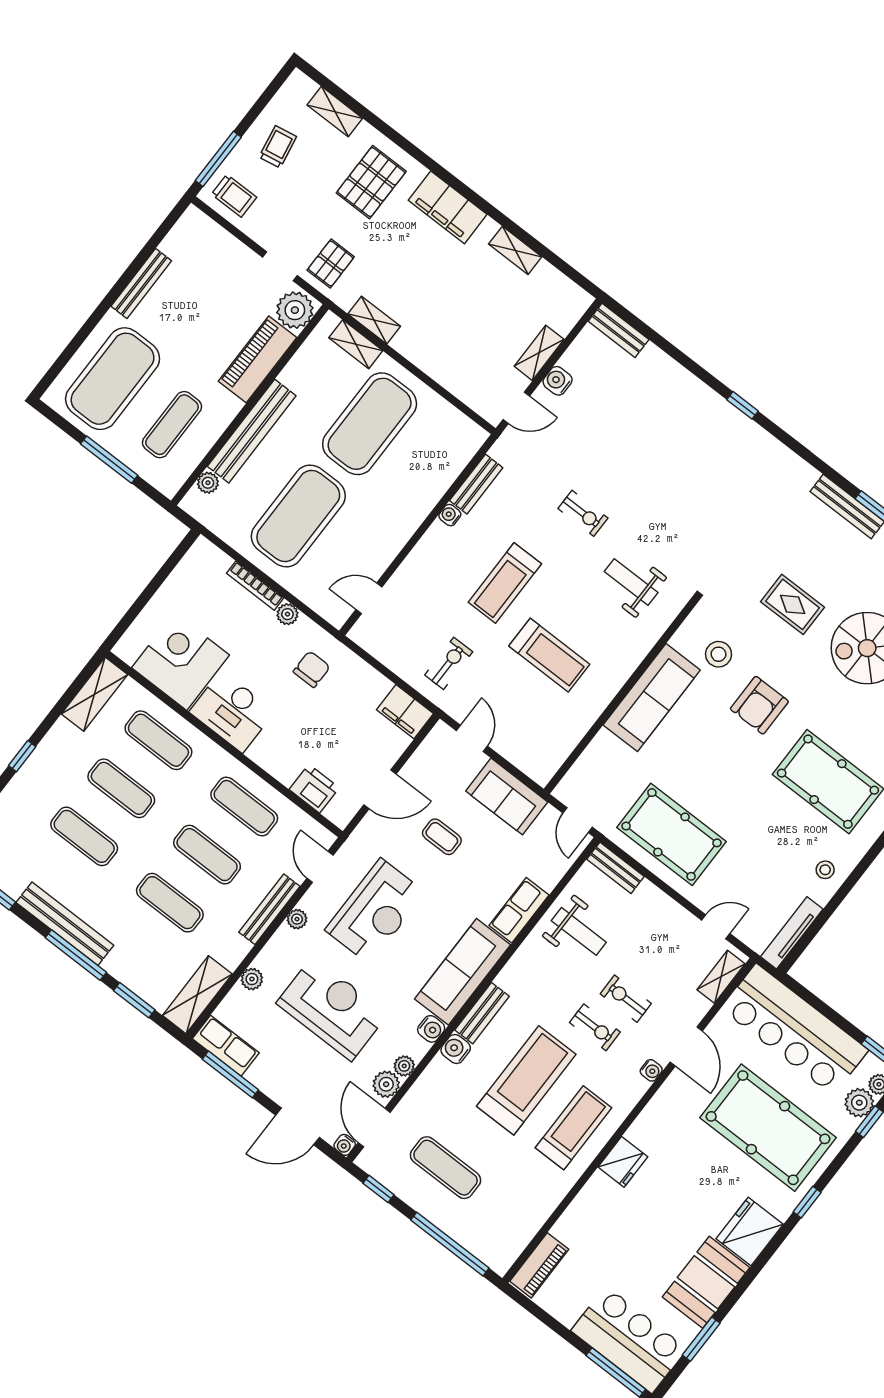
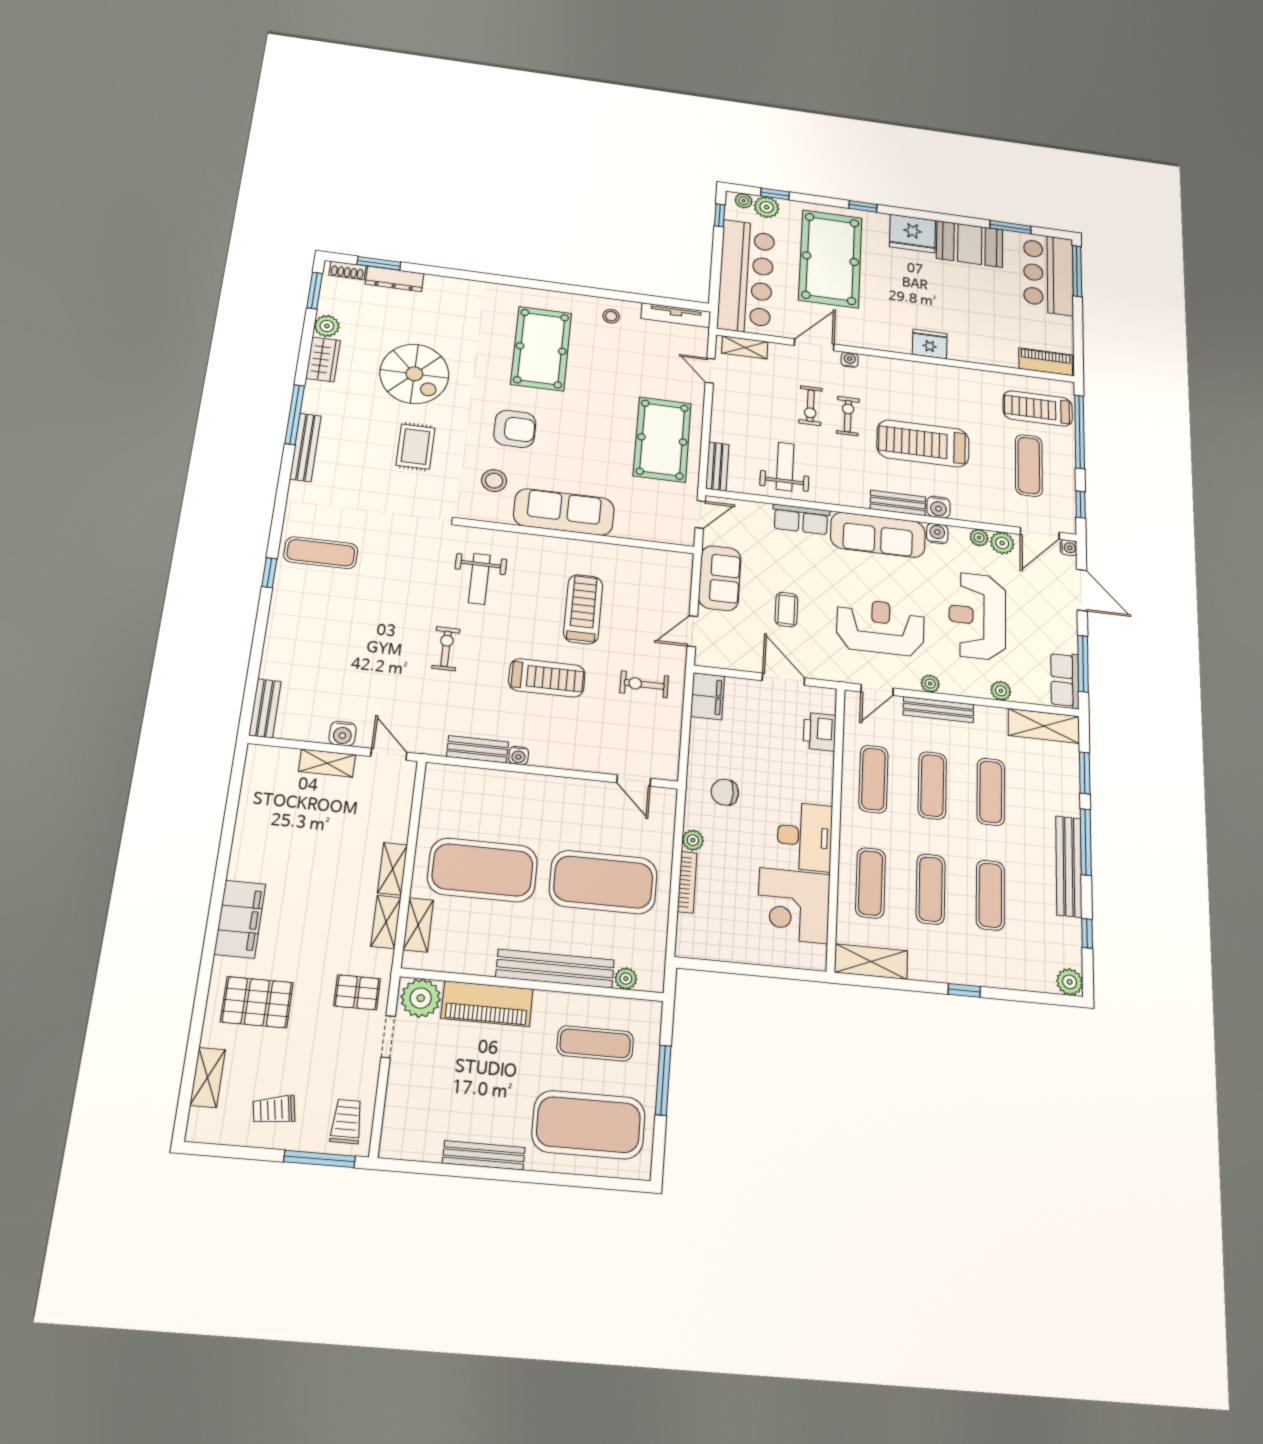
shelving: (515, 250) -> (393, 869), moved
exercise mat: (736, 460) -> (321, 553), added
treadmill: (574, 1128) -> (1038, 408), moved

